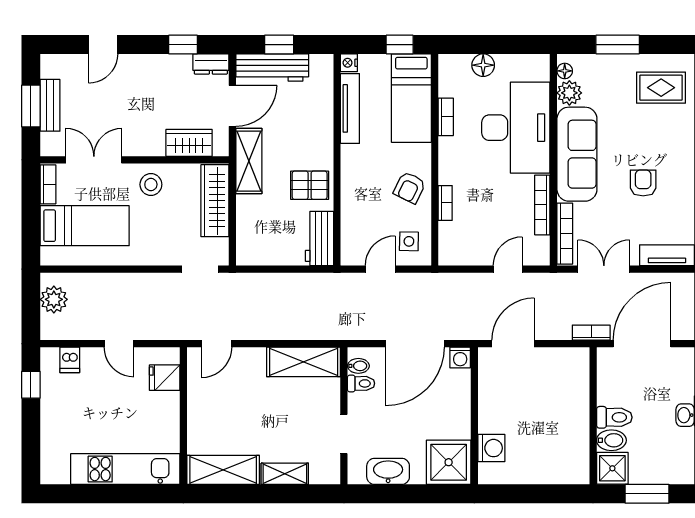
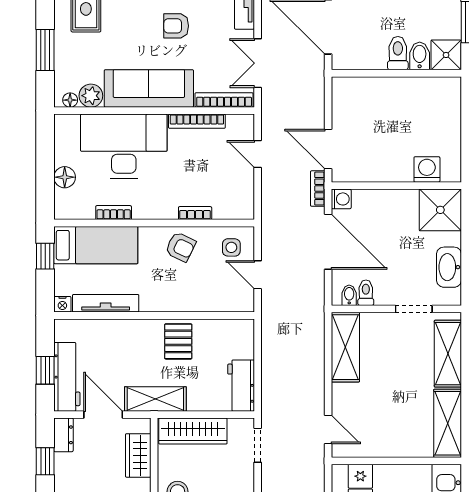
workbench: (319, 238) -> (241, 386), moved, turned 90
bookcase: (591, 333) -> (318, 189), moved
shelving: (285, 474) -> (448, 354), width x1.50, depth x1.33

